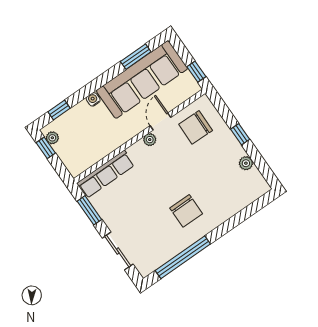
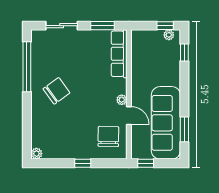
water cooler: (93, 99) -> (175, 81), removed
plant: (246, 163) -> (36, 154), moved
chair: (186, 211) -> (56, 91), turned 144

